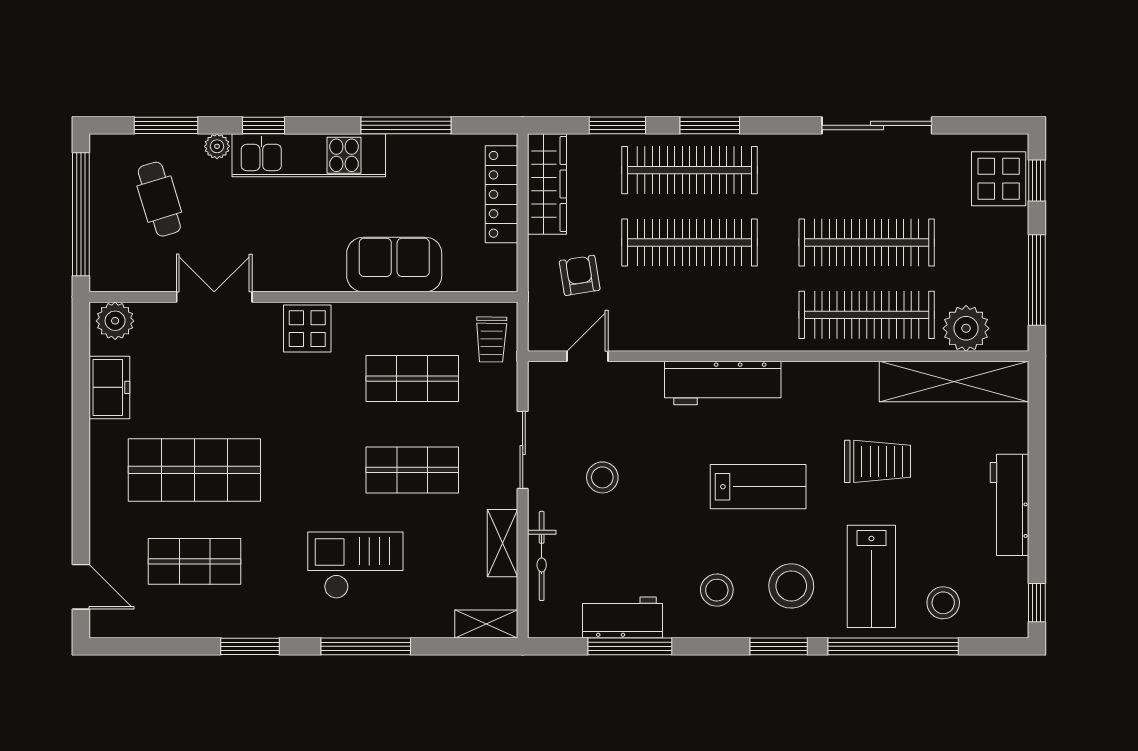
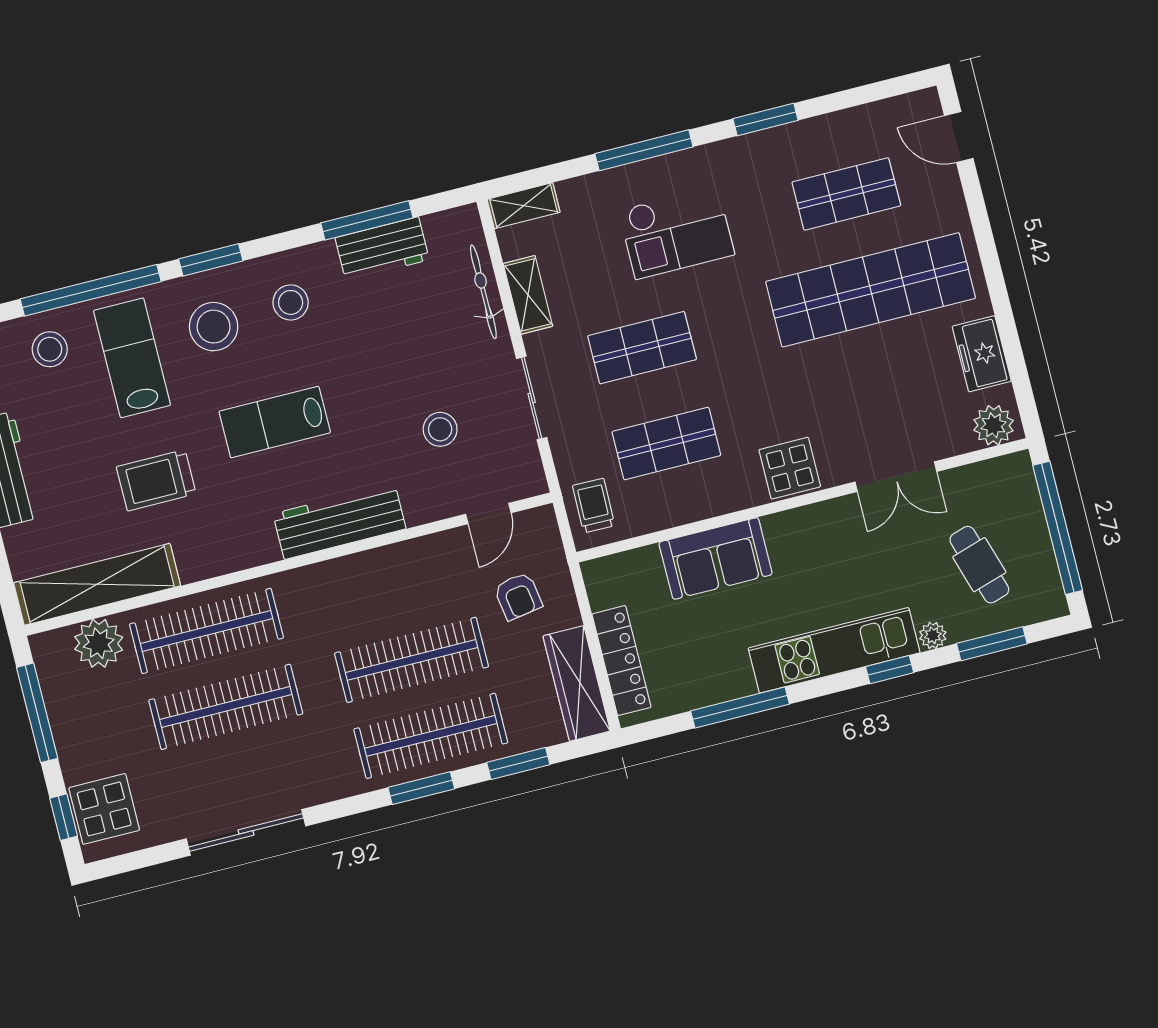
shop shelf: (194, 470) -> (871, 290), width x1.40
stool: (602, 477) -> (440, 429), moved

